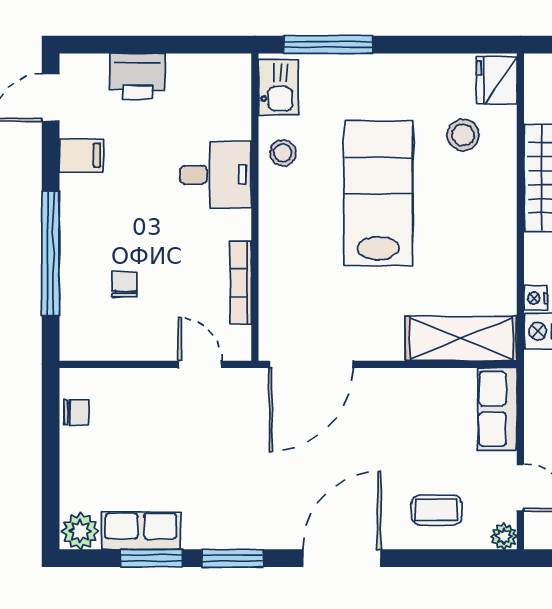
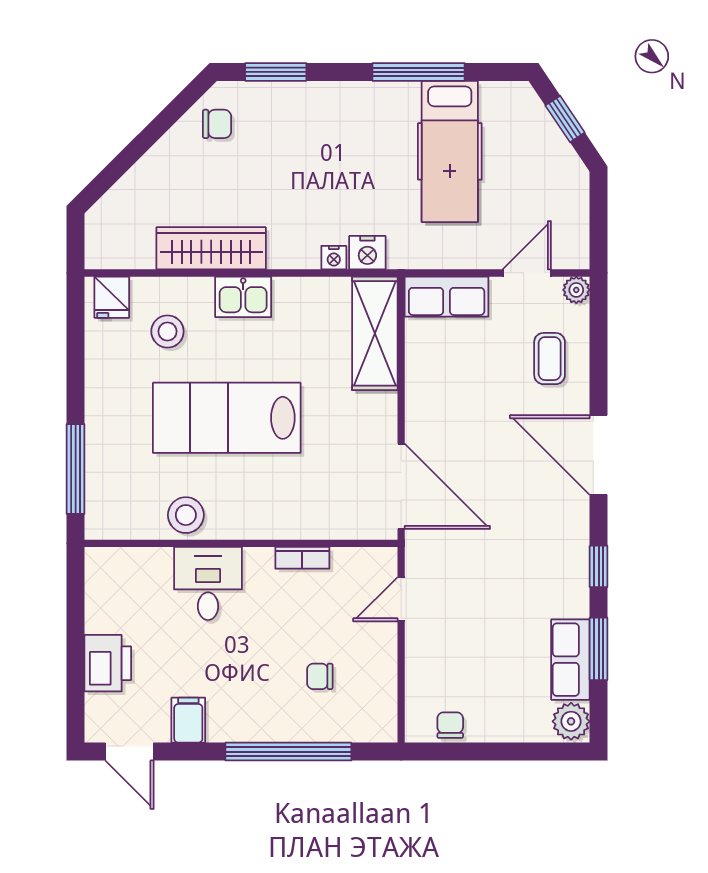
fridge: (497, 80) -> (112, 297), width x0.72
kitchen sink: (278, 88) -> (243, 297), moved, turned 180
stool: (283, 153) -> (186, 515), width x1.37, depth x1.37
bookcase: (241, 282) -> (302, 558), width x0.64
window: (232, 558) -> (599, 566), width x0.67

